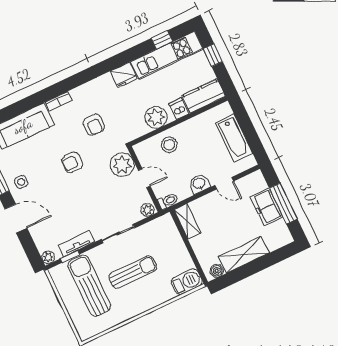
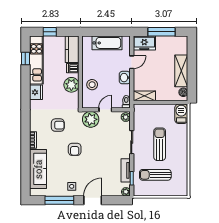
freezer: (267, 207) -> (144, 43), moved
sun lounger: (89, 286) -> (155, 175), width x0.73, depth x0.75

